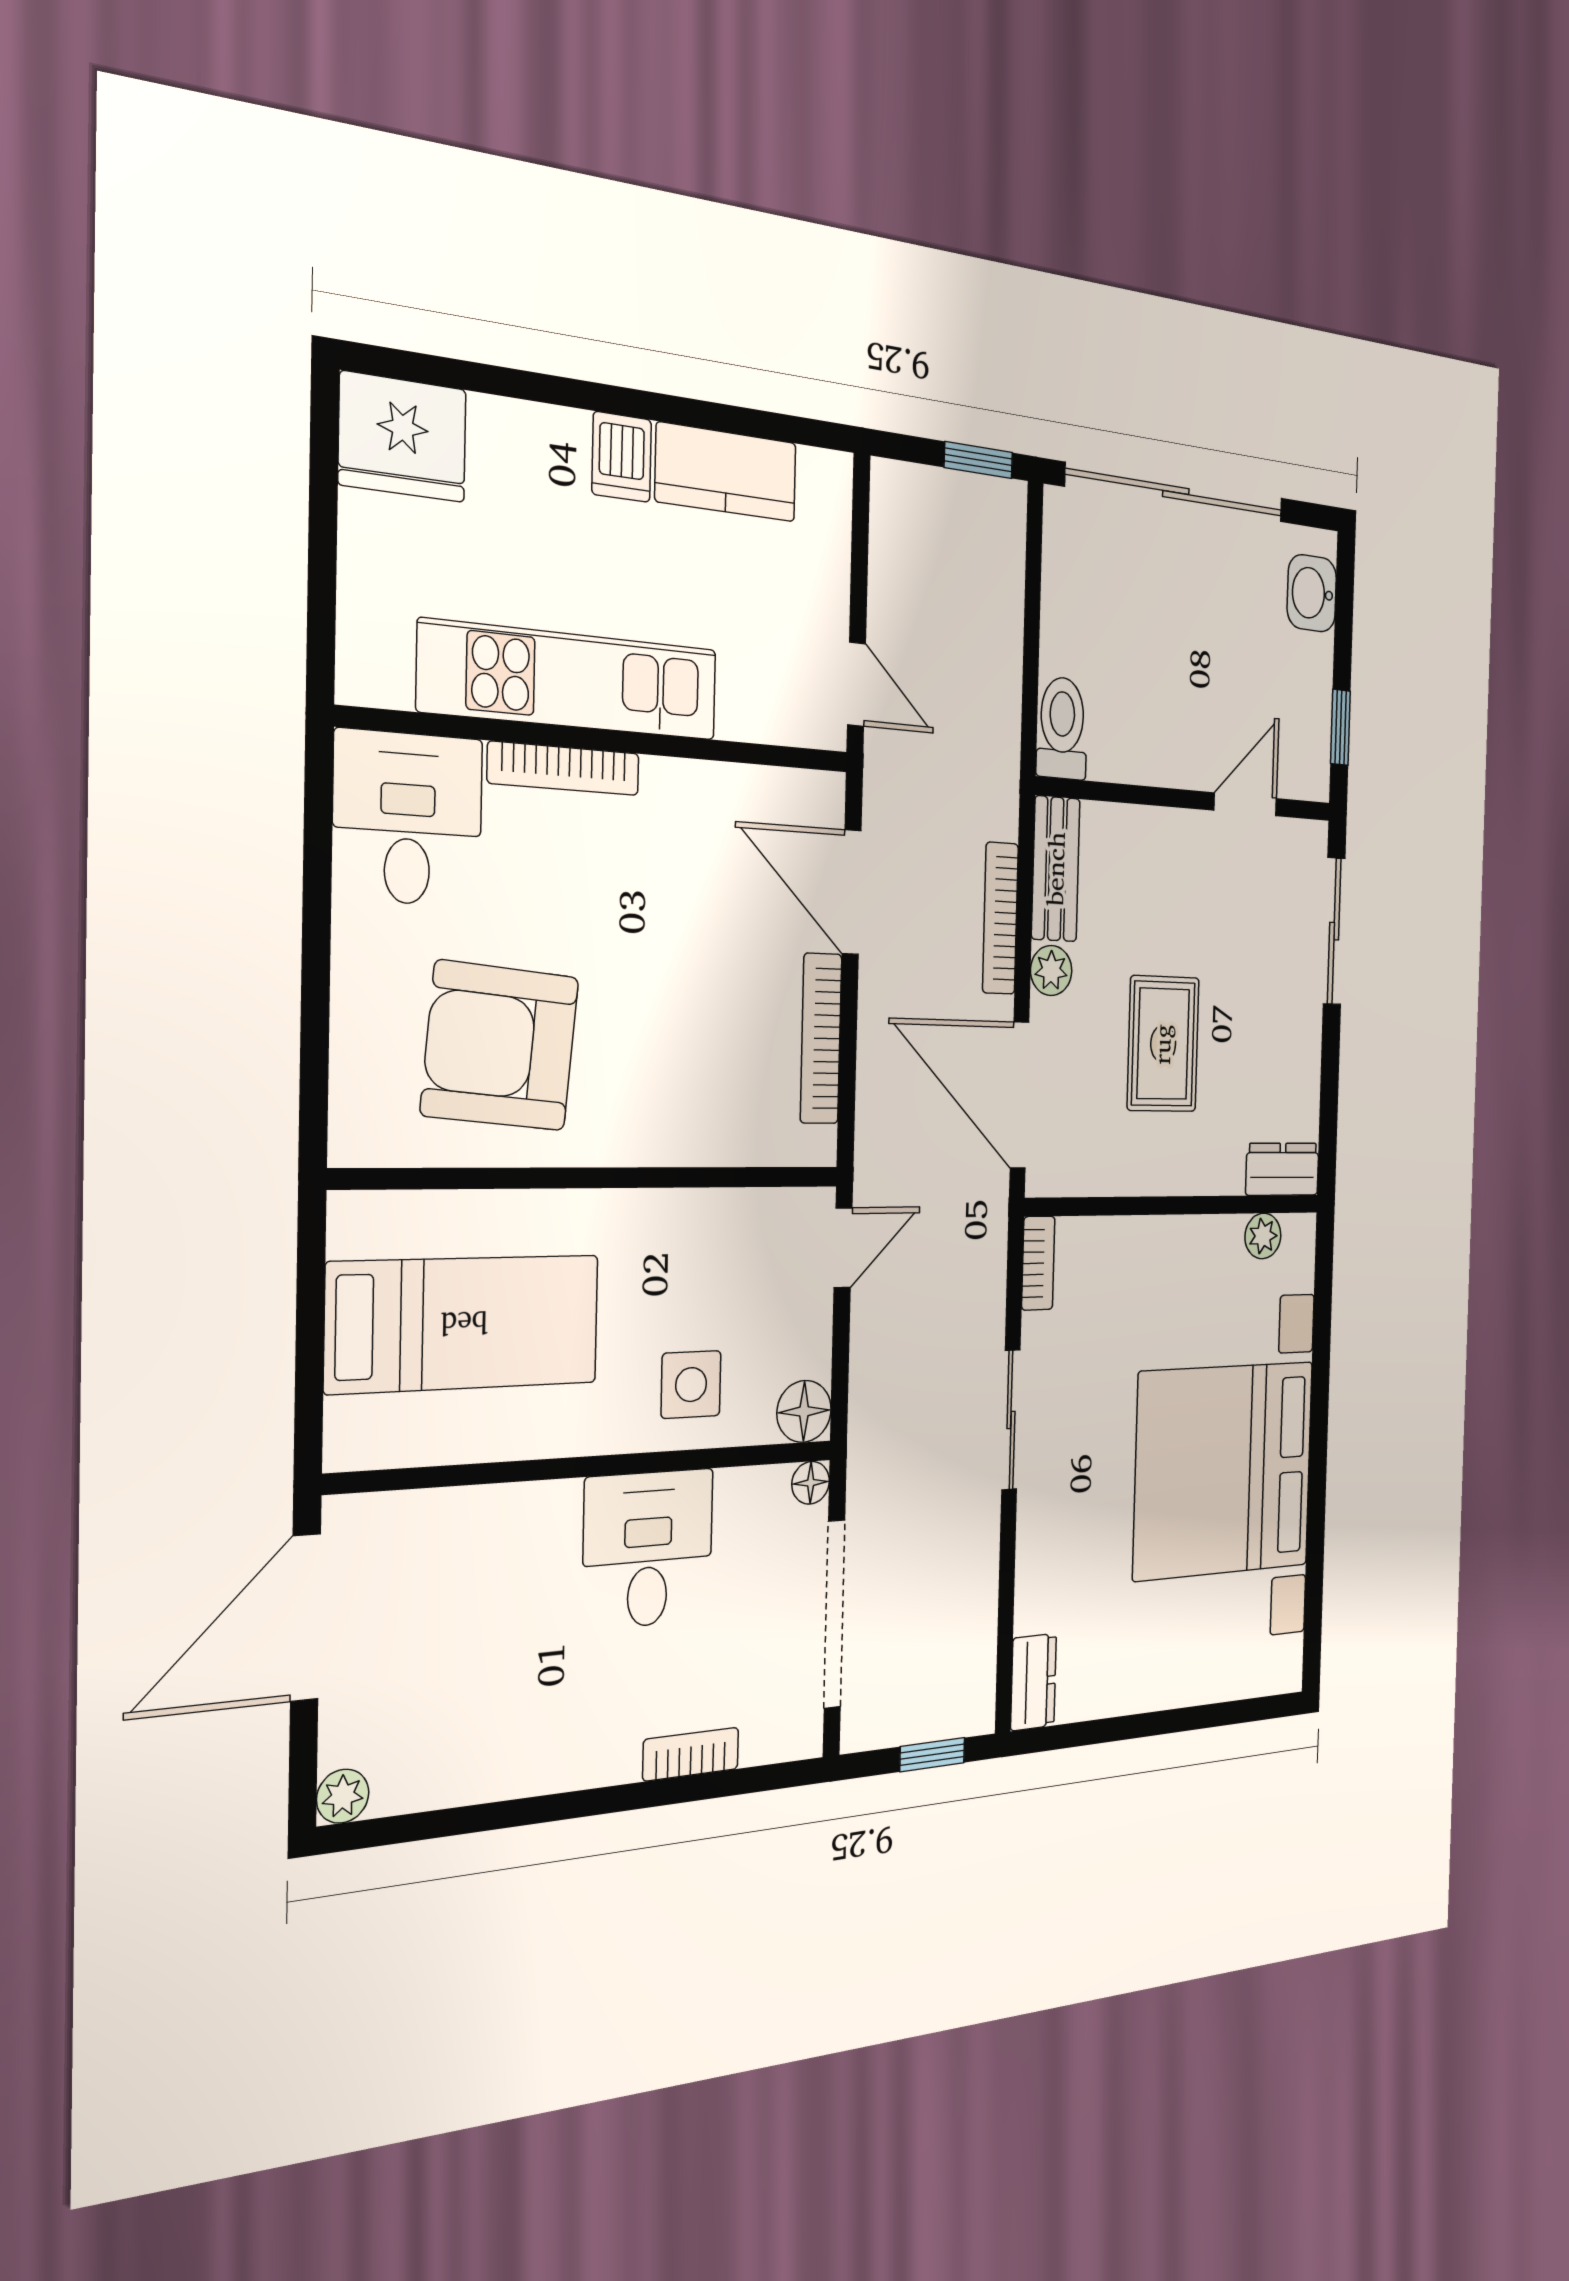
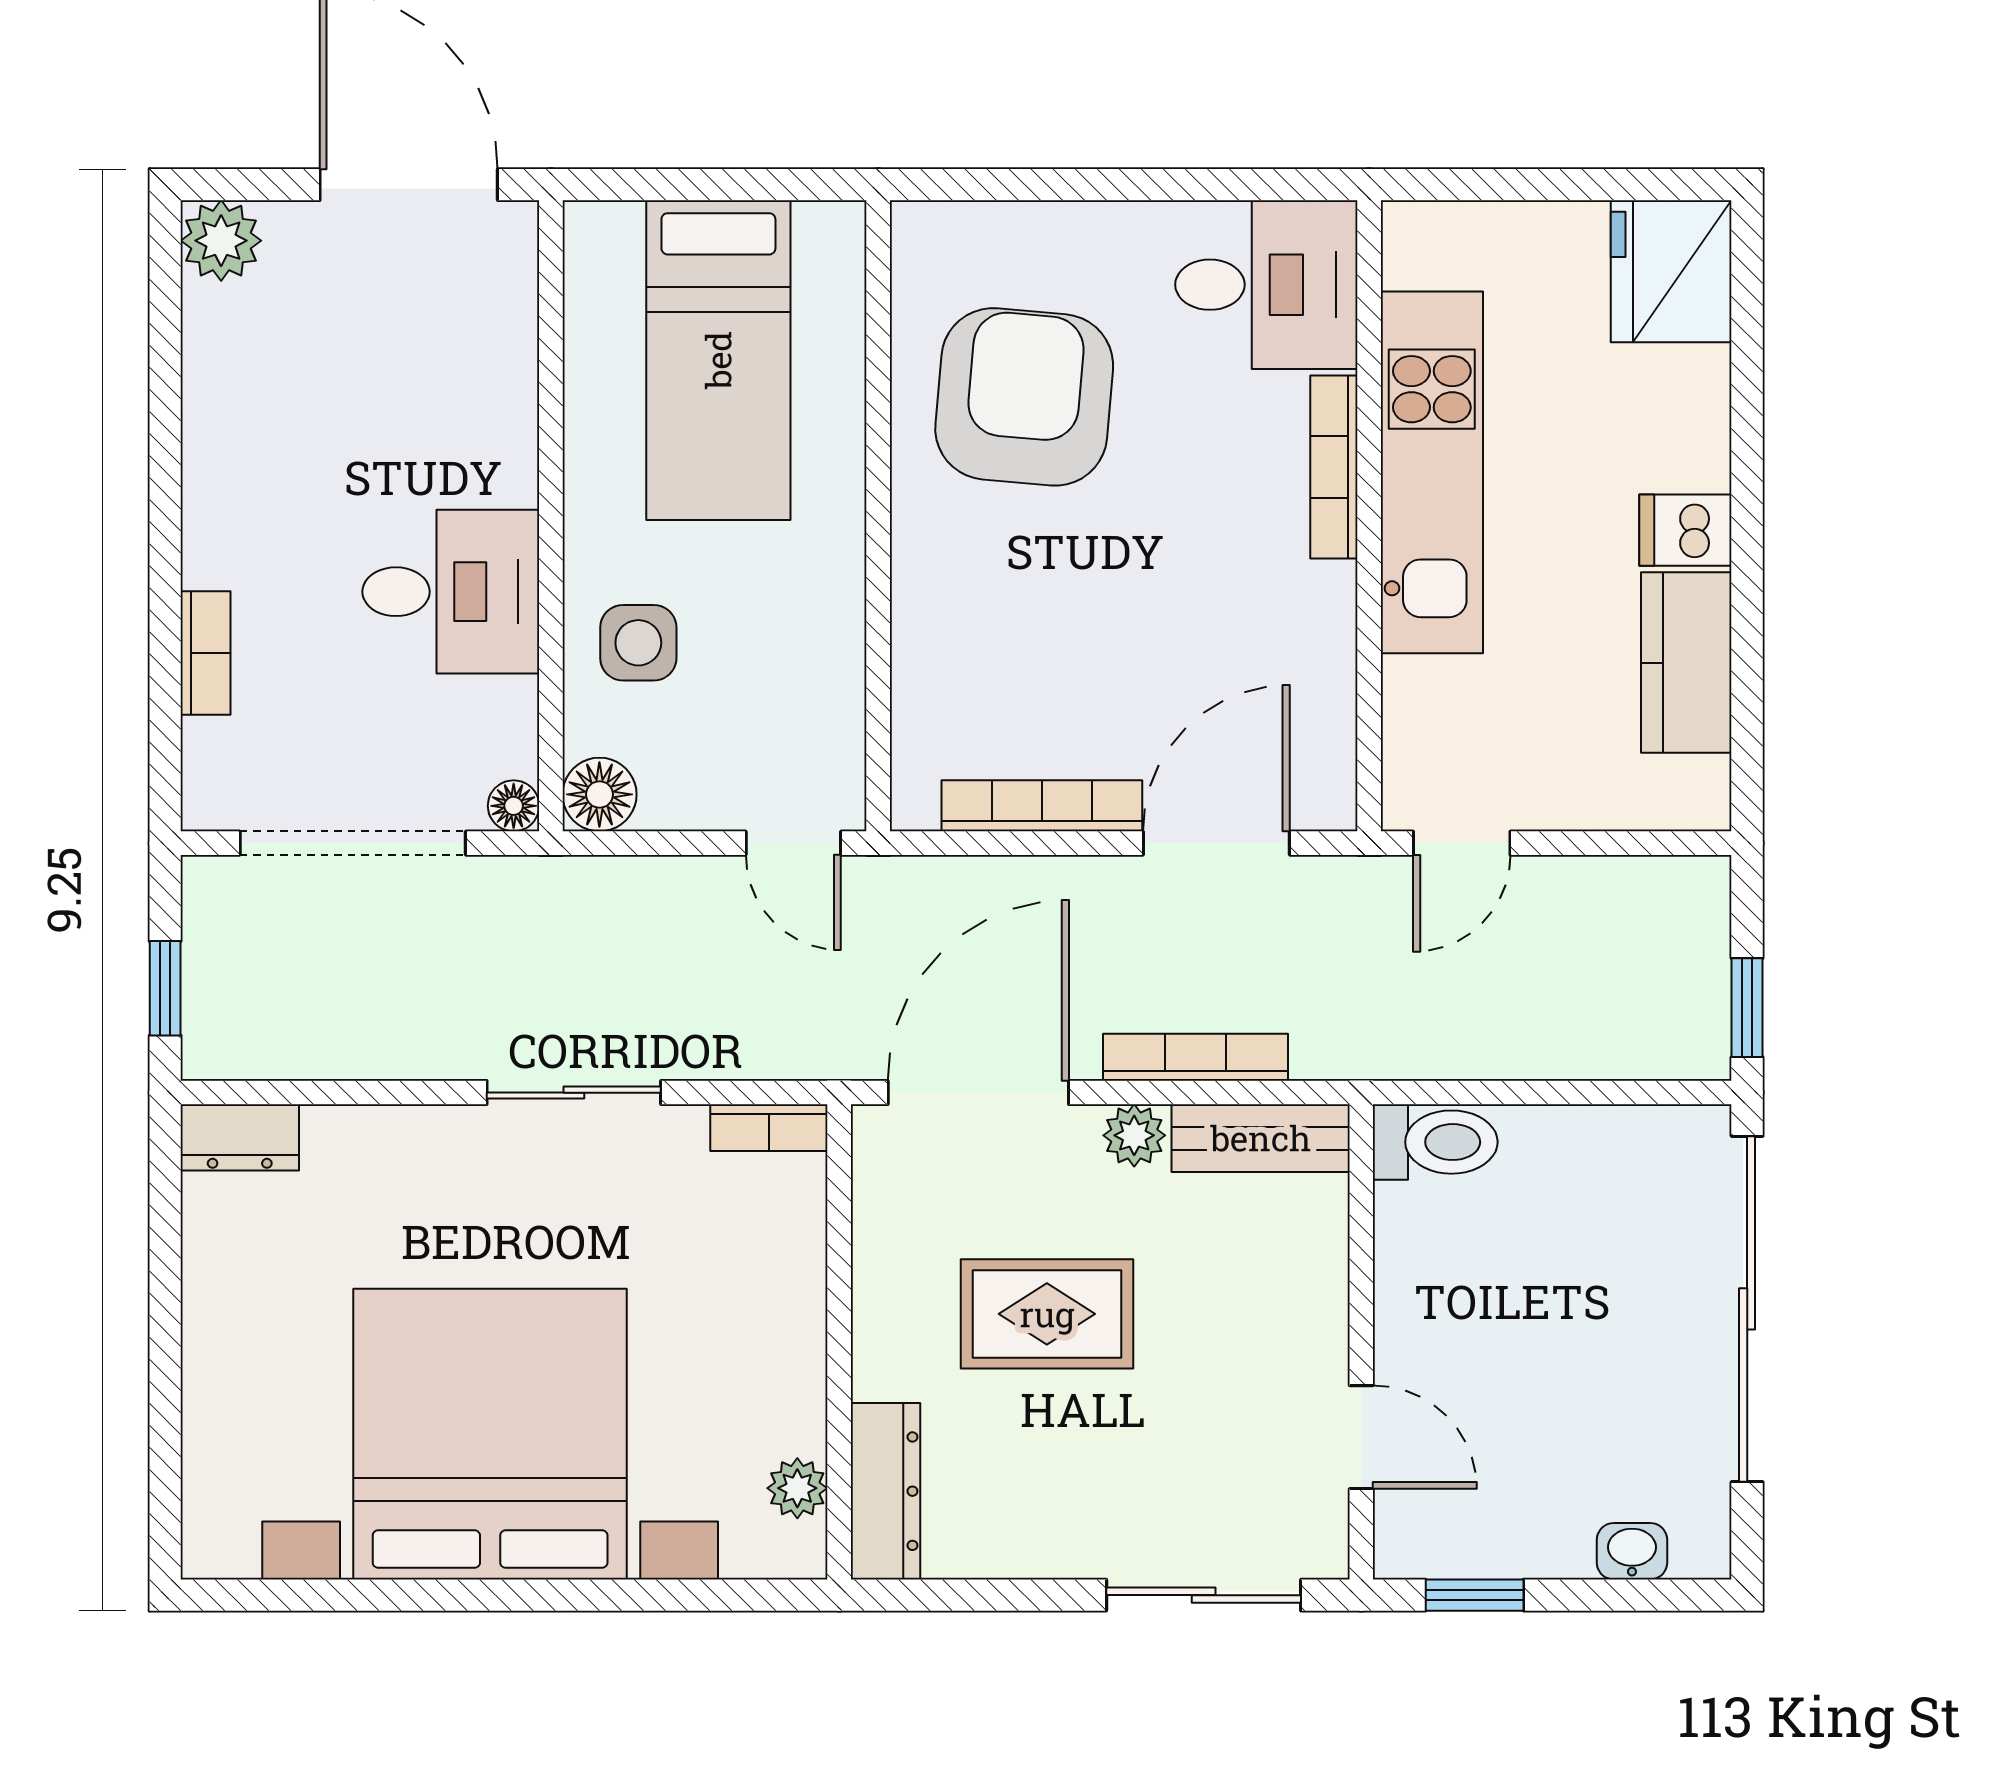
washbasin: (1312, 593) -> (1632, 1551), width x0.72, depth x0.69
dresser: (1282, 1169) -> (885, 1491), width x1.44
plant: (343, 1796) -> (221, 241), width x1.38, depth x1.38

